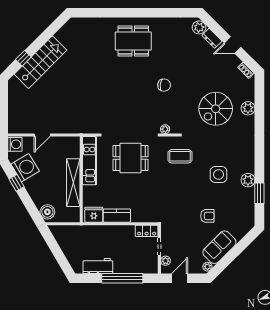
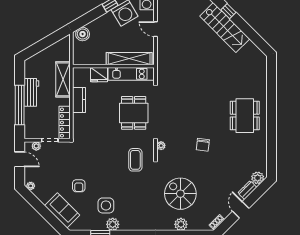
side table: (219, 175) -> (106, 205), moved
shelving: (73, 183) -> (129, 59), moved
fridge: (94, 215) -> (99, 75), moved, turned 90
locker: (147, 231) -> (65, 123), width x1.53
shelving: (95, 232) -> (63, 79), added
sofa: (219, 247) -> (62, 210), moved
workbench: (98, 266) -> (31, 92), moved

